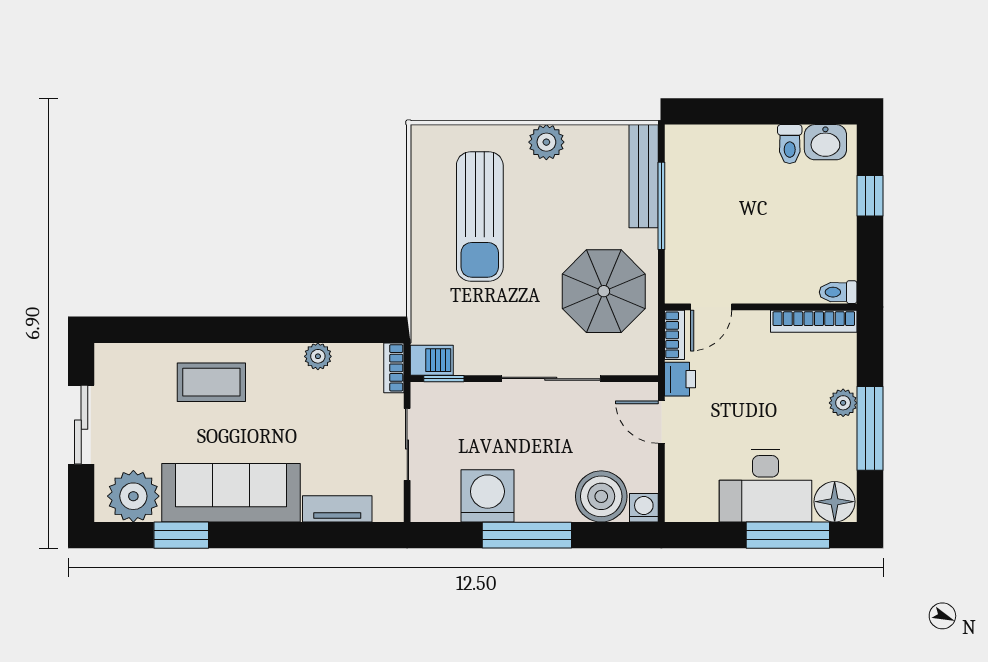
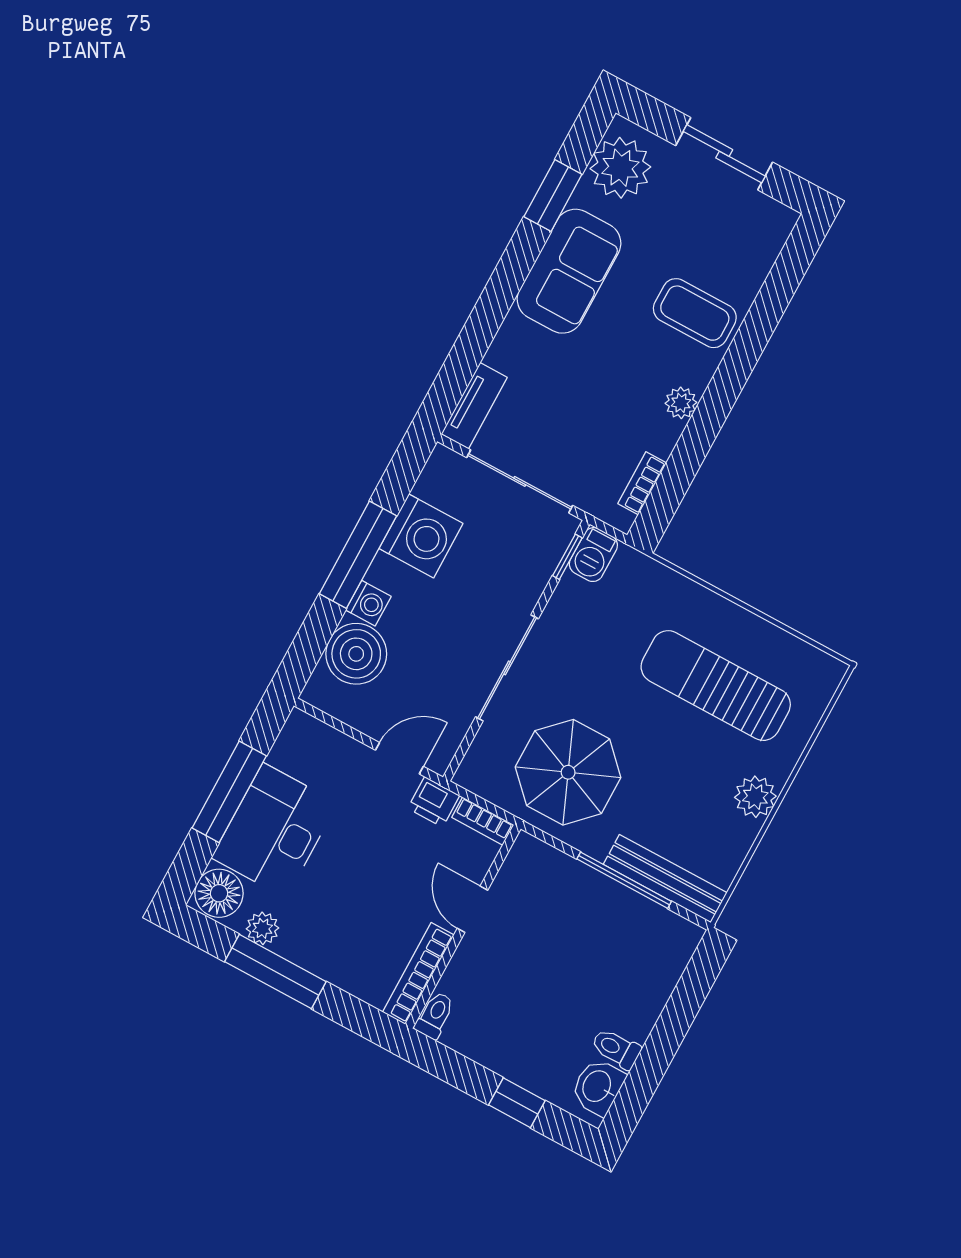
door: (711, 307) -> (472, 909), moved
plant: (318, 356) -> (681, 403), moved
bookcase: (394, 368) -> (642, 483), moved, turned -90
coffee table: (211, 382) -> (695, 313), turned 90
plant: (843, 403) -> (263, 928), moved
sliding door: (407, 444) -> (520, 481), width x1.37
sofa: (231, 493) -> (569, 271), width x0.73
washing machine: (644, 508) -> (368, 603), moved
tv unit: (337, 509) -> (474, 406), moved
window: (788, 535) -> (229, 792), moved

